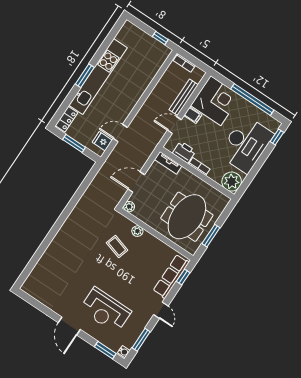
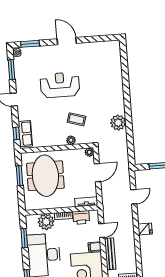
fridge: (102, 141) -> (145, 229), moved
window: (252, 174) -> (24, 238), added
plant: (232, 182) -> (46, 222), moved
plant: (81, 213) -> (118, 123), added
row of seats: (171, 276) -> (25, 134), width x0.68
reception desk: (106, 310) -> (60, 85), moved

